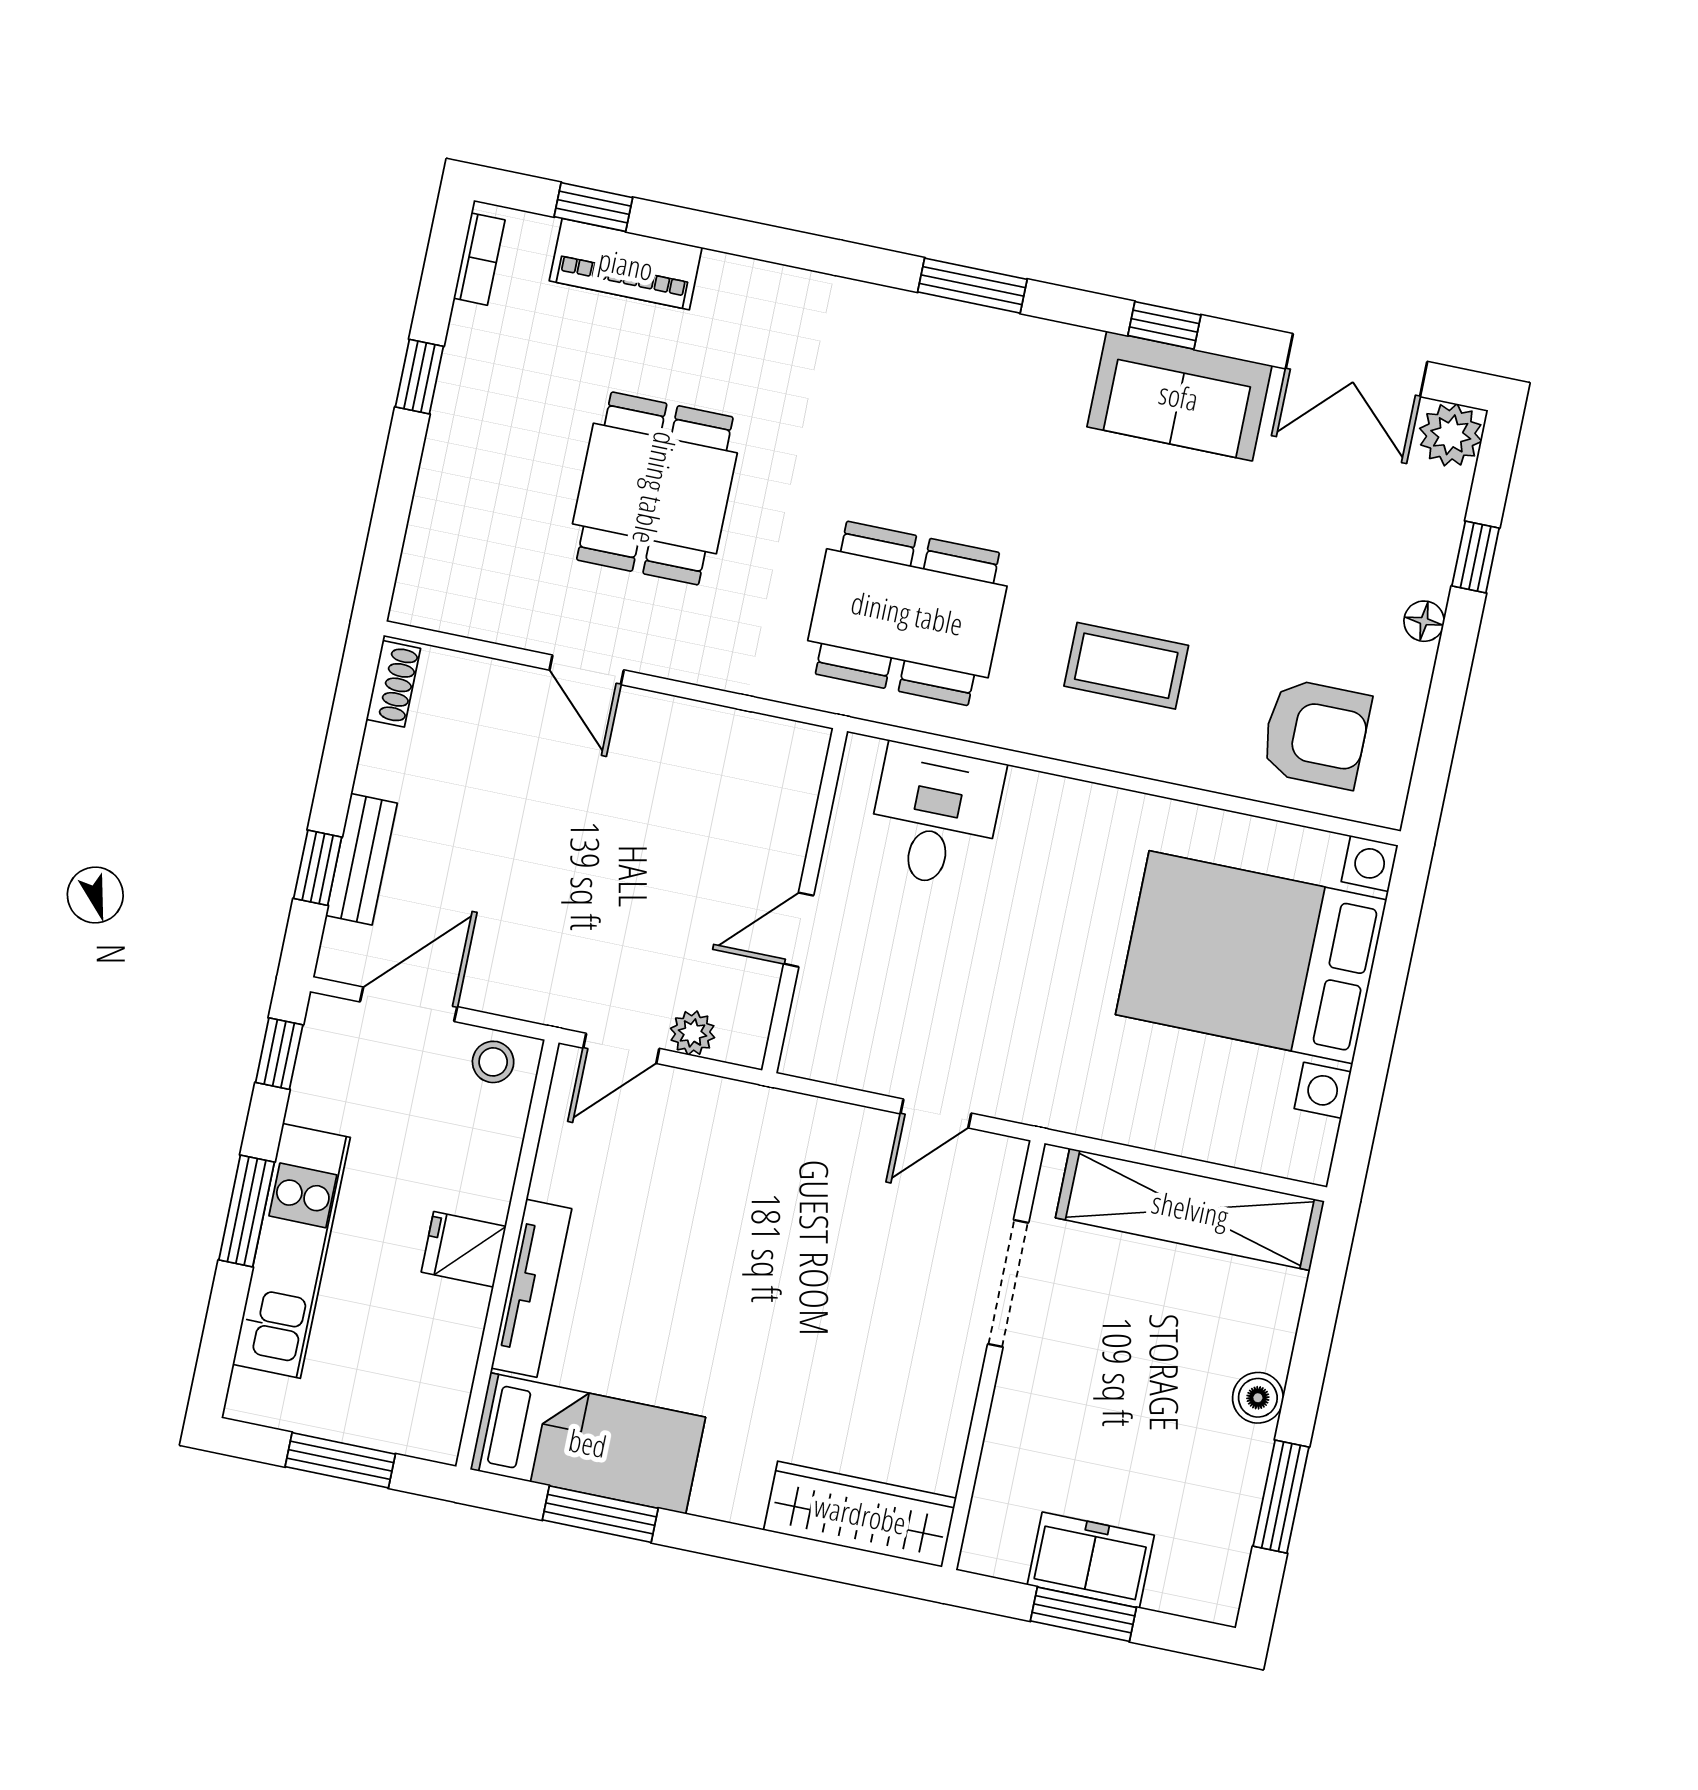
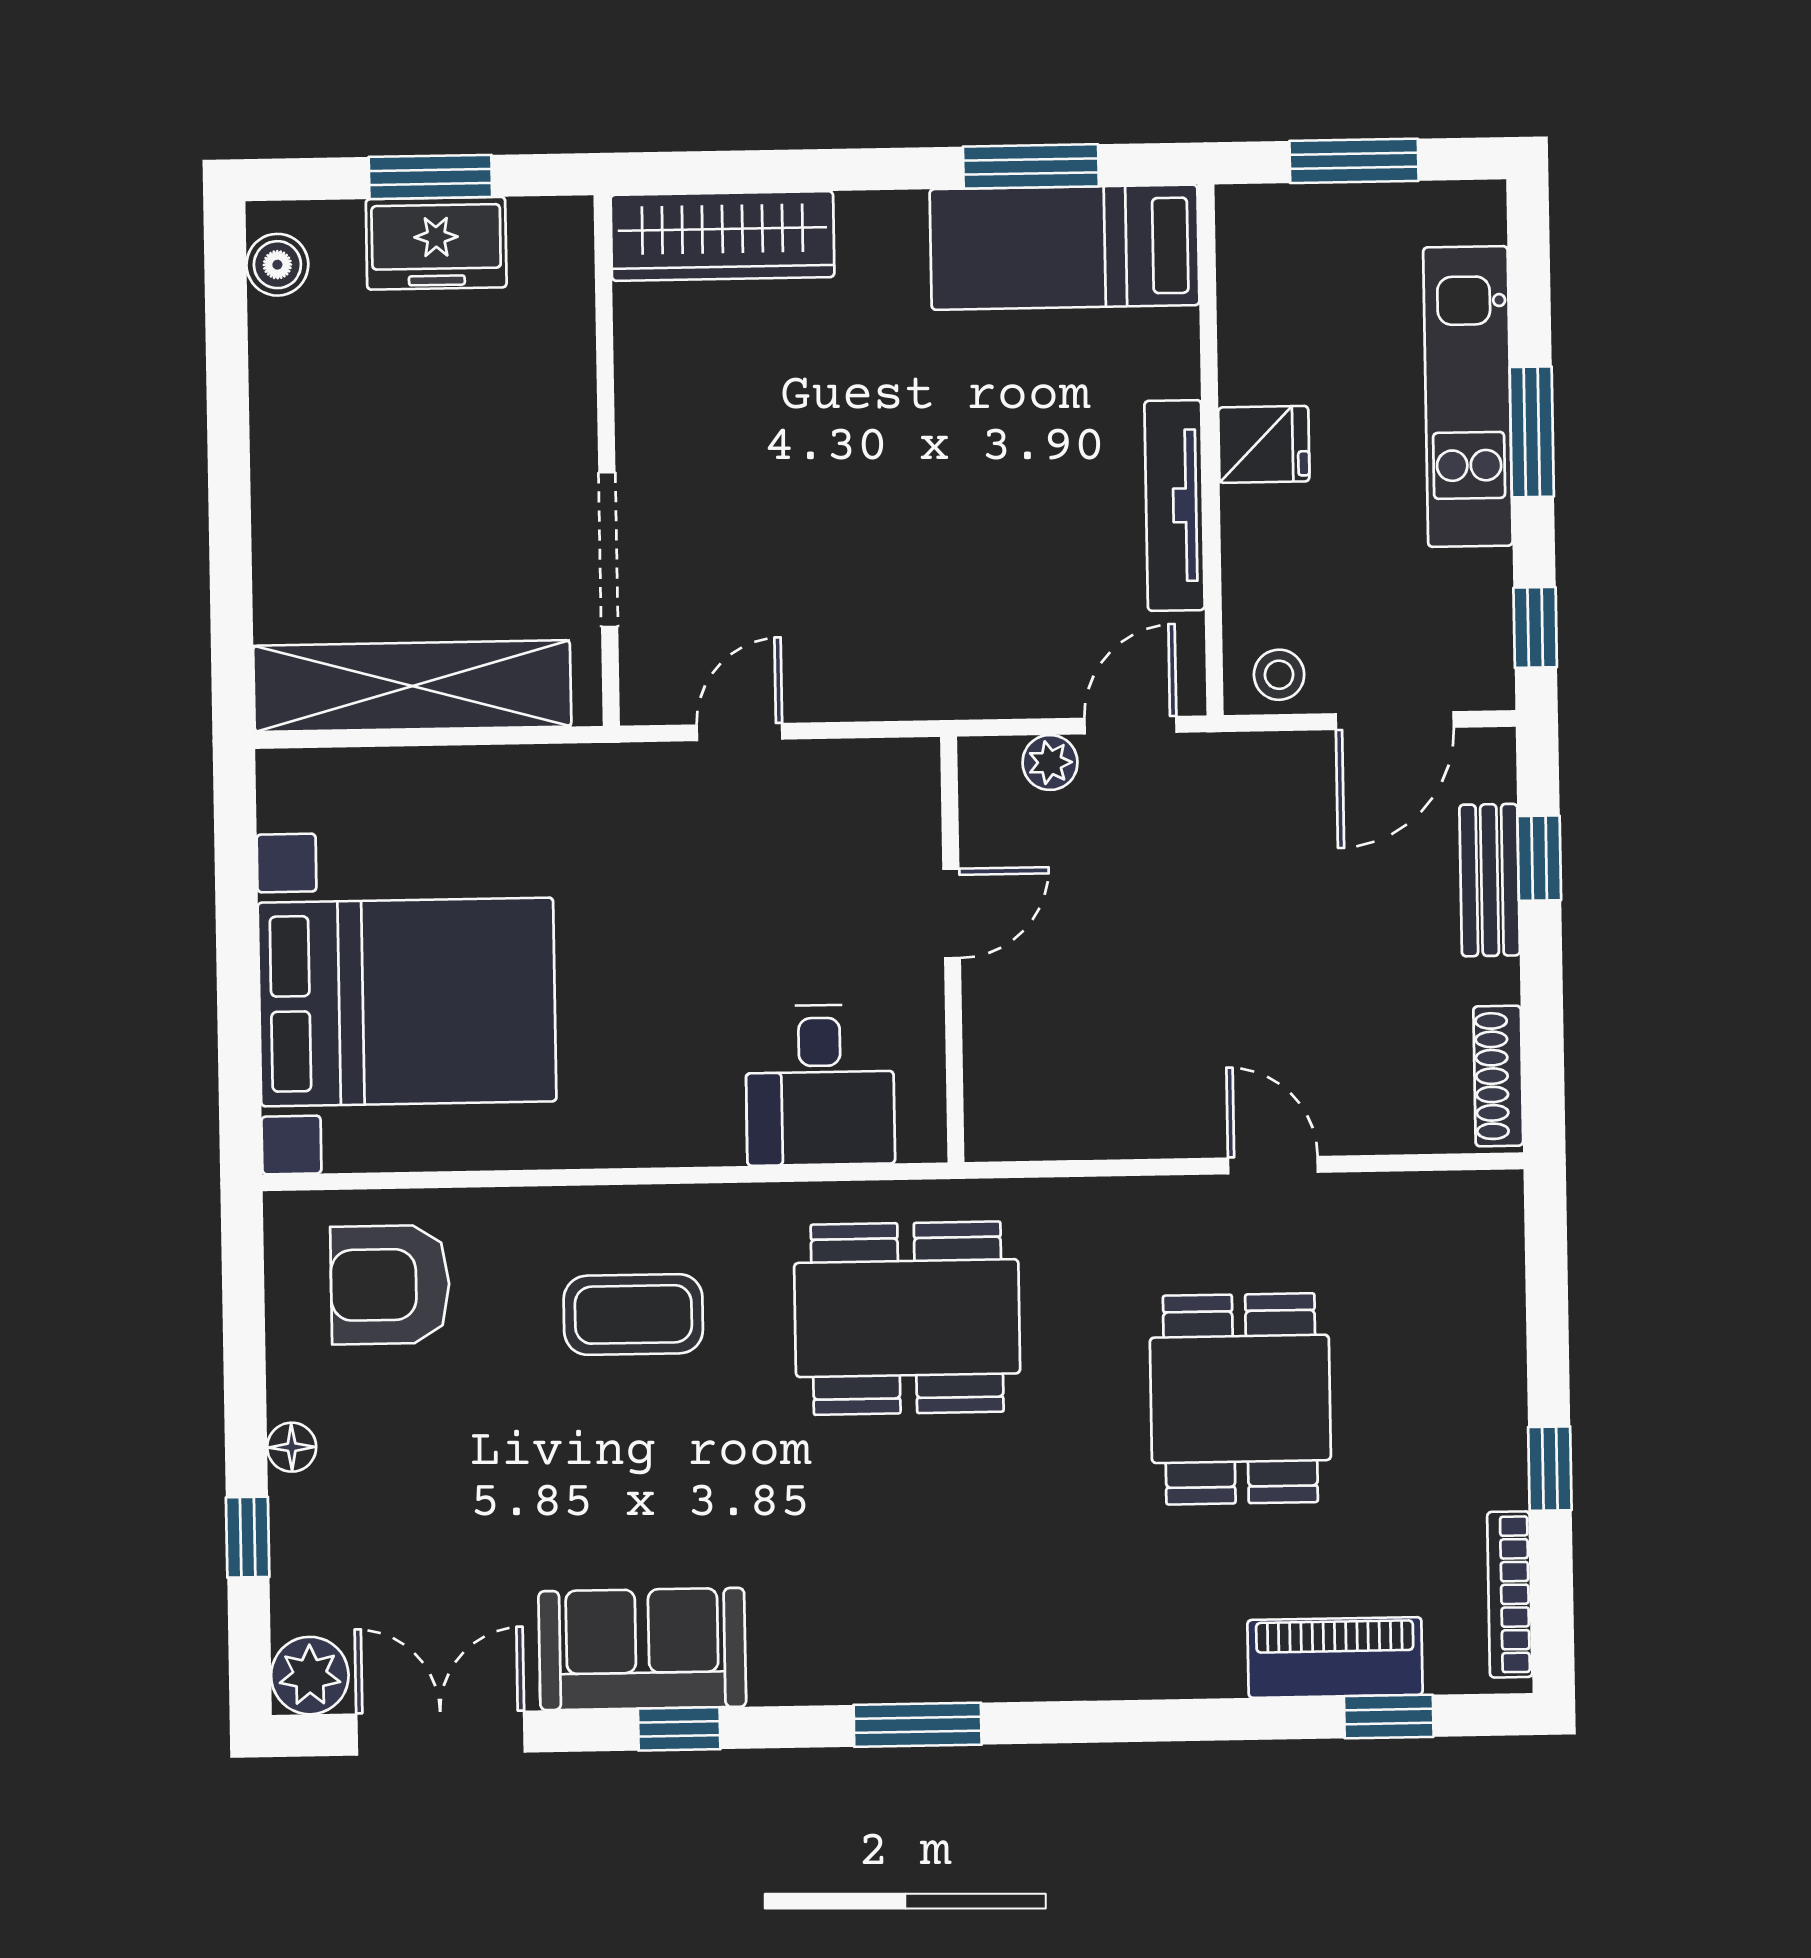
bookcase: (479, 259) -> (1510, 1594), width x1.56
shoe rack: (393, 684) -> (1498, 1076), width x1.43
tv unit: (531, 1288) -> (1175, 505), moved
boiler: (1258, 1398) -> (277, 265), moved
window: (1281, 1497) -> (227, 369), removed

